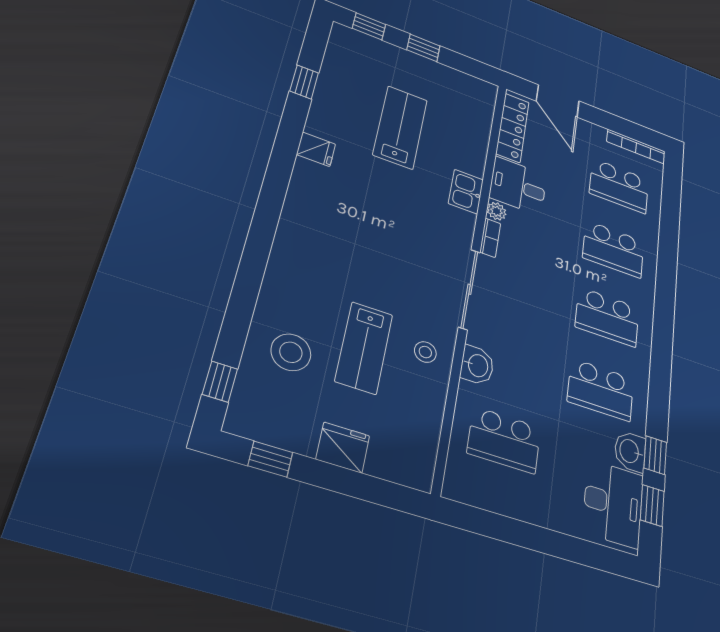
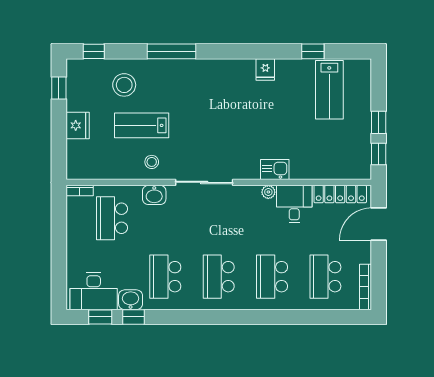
window: (369, 26) -> (379, 154), moved
lab bench: (400, 127) -> (329, 90), moved, turned 90
bookcase: (490, 238) -> (80, 191), moved
window: (253, 264) -> (172, 51), added

